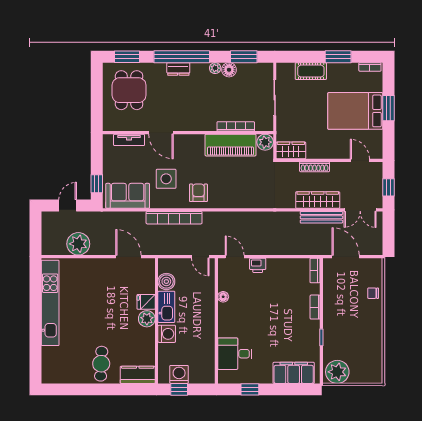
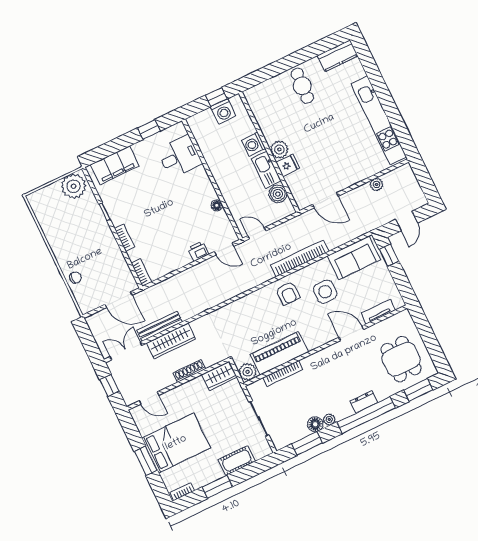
plant: (78, 244) -> (377, 184), width x0.53, depth x0.53
kitchen counter: (138, 375) -> (338, 56), moved

